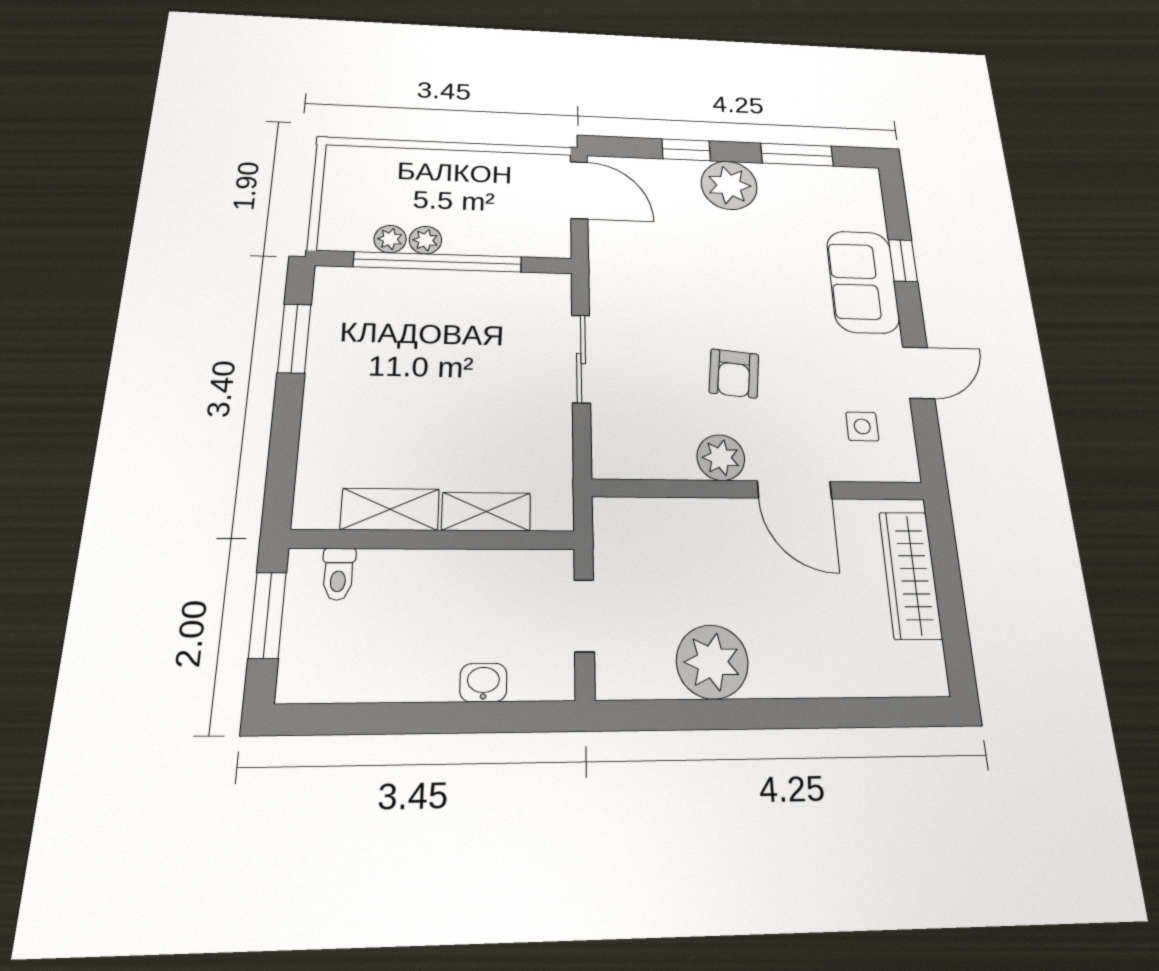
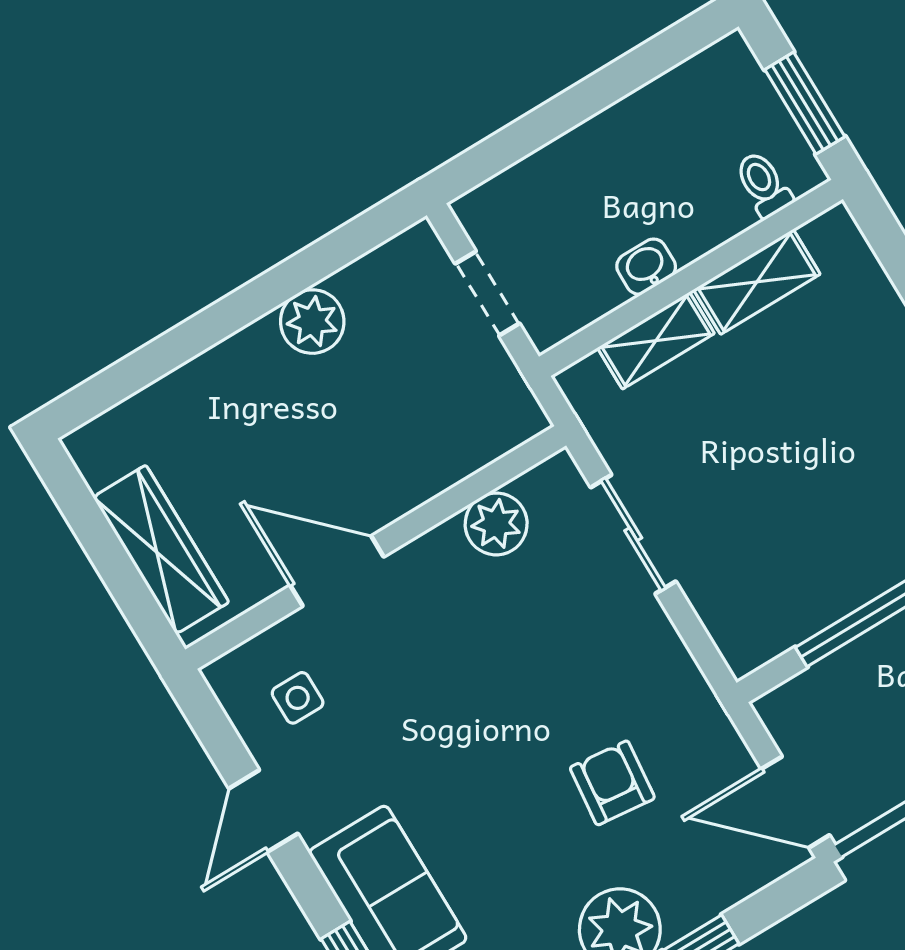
sliding door: (581, 359) -> (633, 534), moved
armchair: (734, 373) -> (612, 783), moved
plant: (721, 458) -> (496, 524), moved
plant: (712, 662) -> (312, 322), width x0.73, depth x0.73
washbasin: (483, 683) -> (646, 267), moved, turned 180

